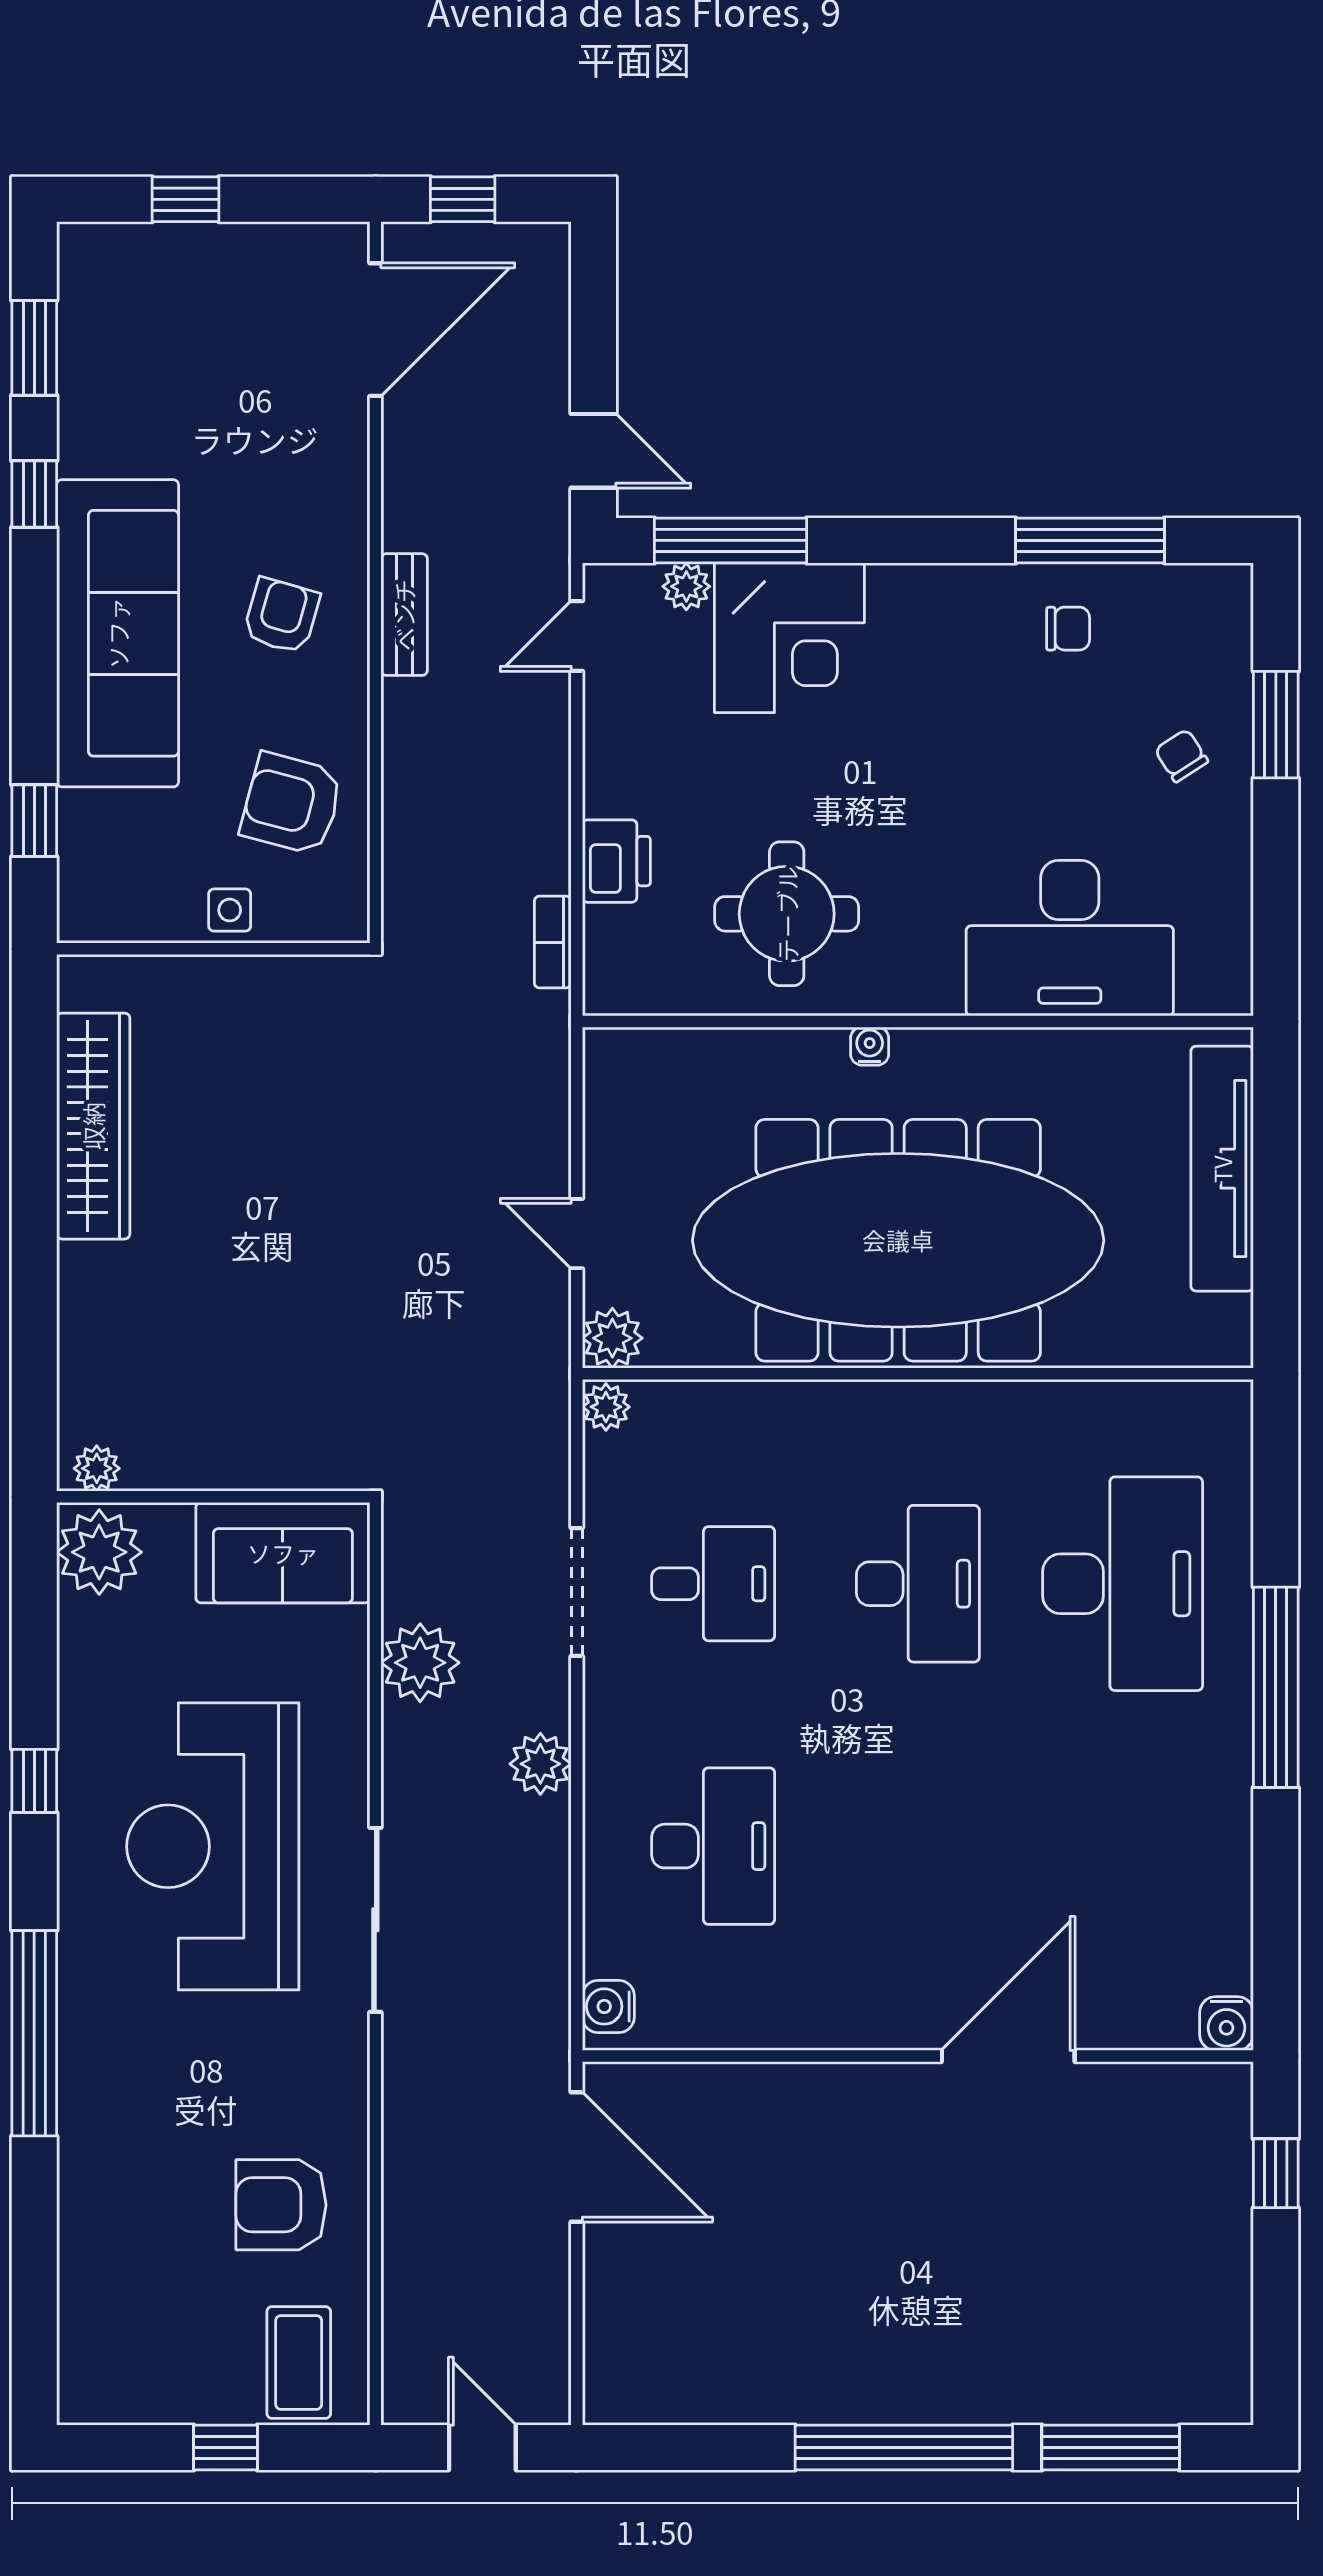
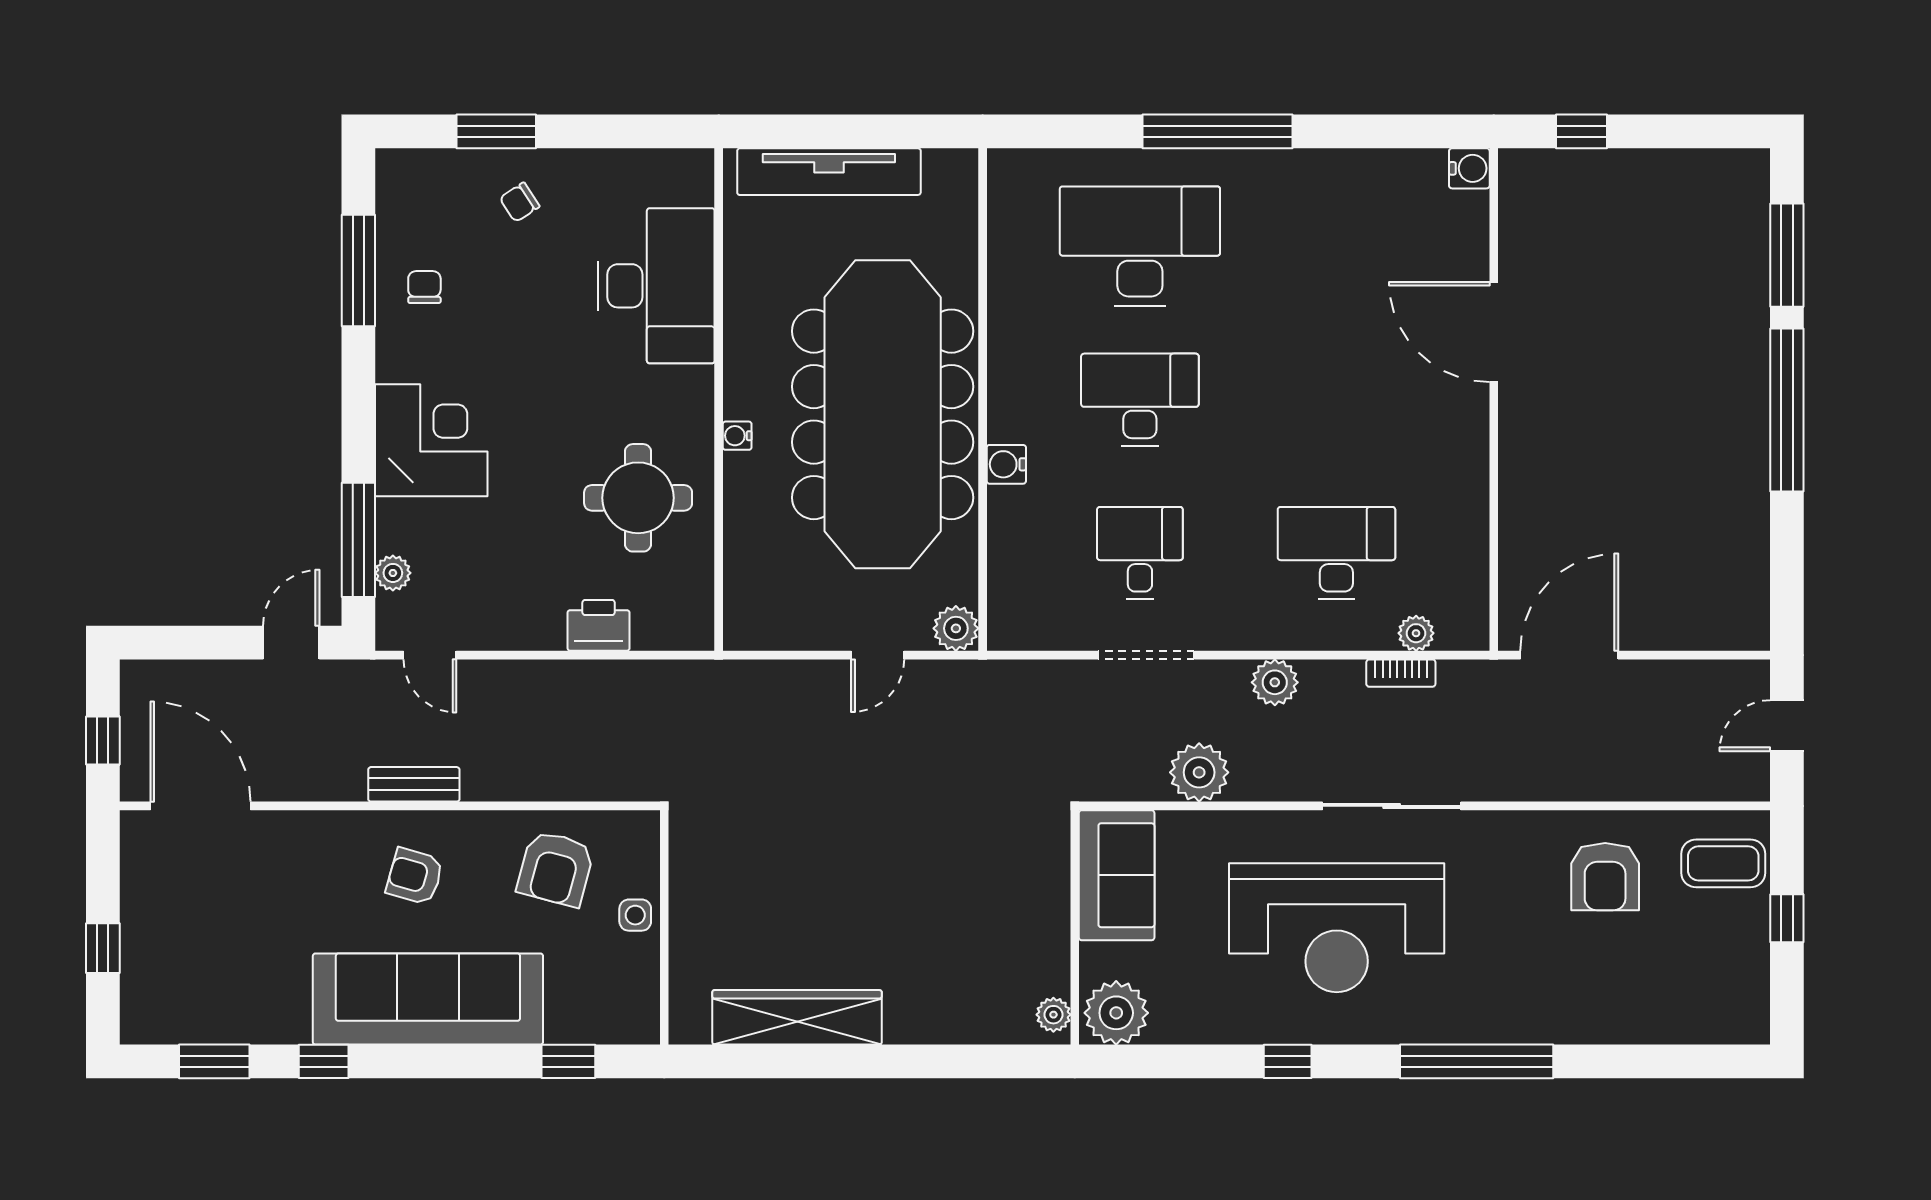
corner desk: (789, 638) -> (431, 440), moved
bookcase: (553, 942) -> (1401, 673), moved
plant: (606, 1407) -> (1416, 633), moved
water cooler: (608, 2006) -> (1006, 464), moved, turned 90

